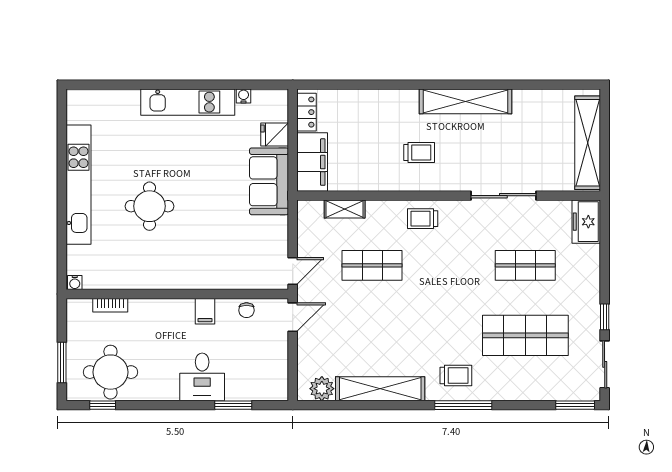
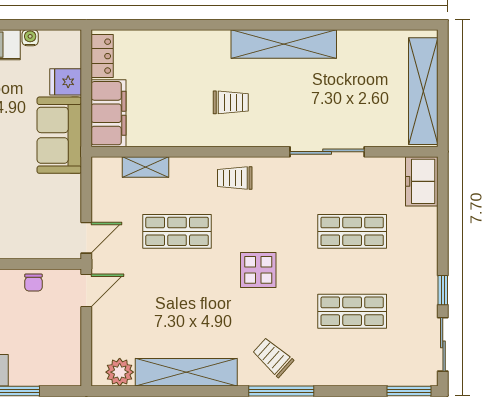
display table: (443, 299) -> (258, 270), added
shop shelf: (525, 335) -> (352, 311), width x0.70, depth x0.74
trolley: (456, 376) -> (273, 357), turned -138

